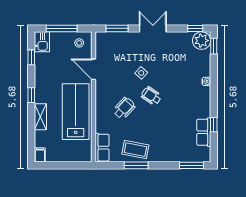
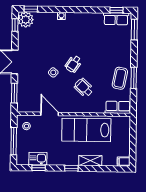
kitchen sink: (42, 42) -> (38, 159), moved
door: (94, 69) -> (50, 114), swing flipped
window: (214, 125) -> (116, 10), moved
row of seats: (204, 132) -> (116, 19), moved

